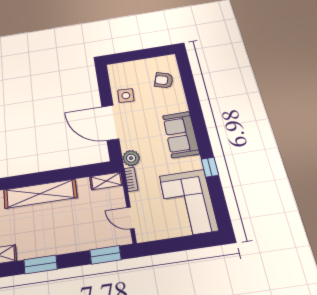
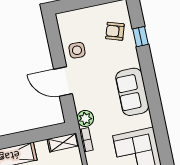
door: (110, 123) -> (63, 81), width x0.73
window: (210, 167) -> (140, 37), moved

